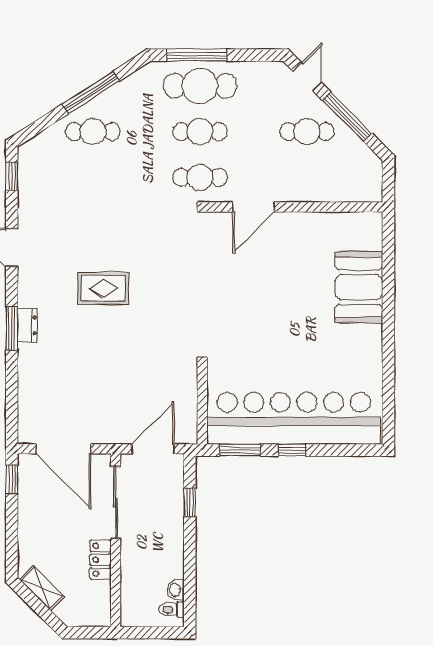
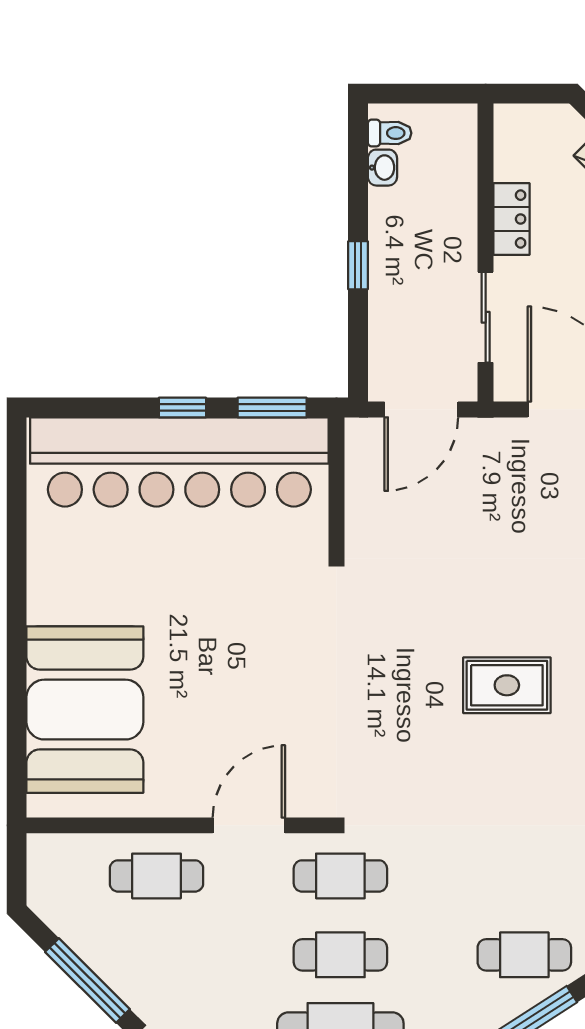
cafe table: (307, 132) -> (156, 876), moved
booth: (359, 287) -> (85, 710), width x1.36, depth x1.42
window: (190, 502) -> (358, 265), moved
sliding door: (116, 503) -> (486, 317), width x0.73

